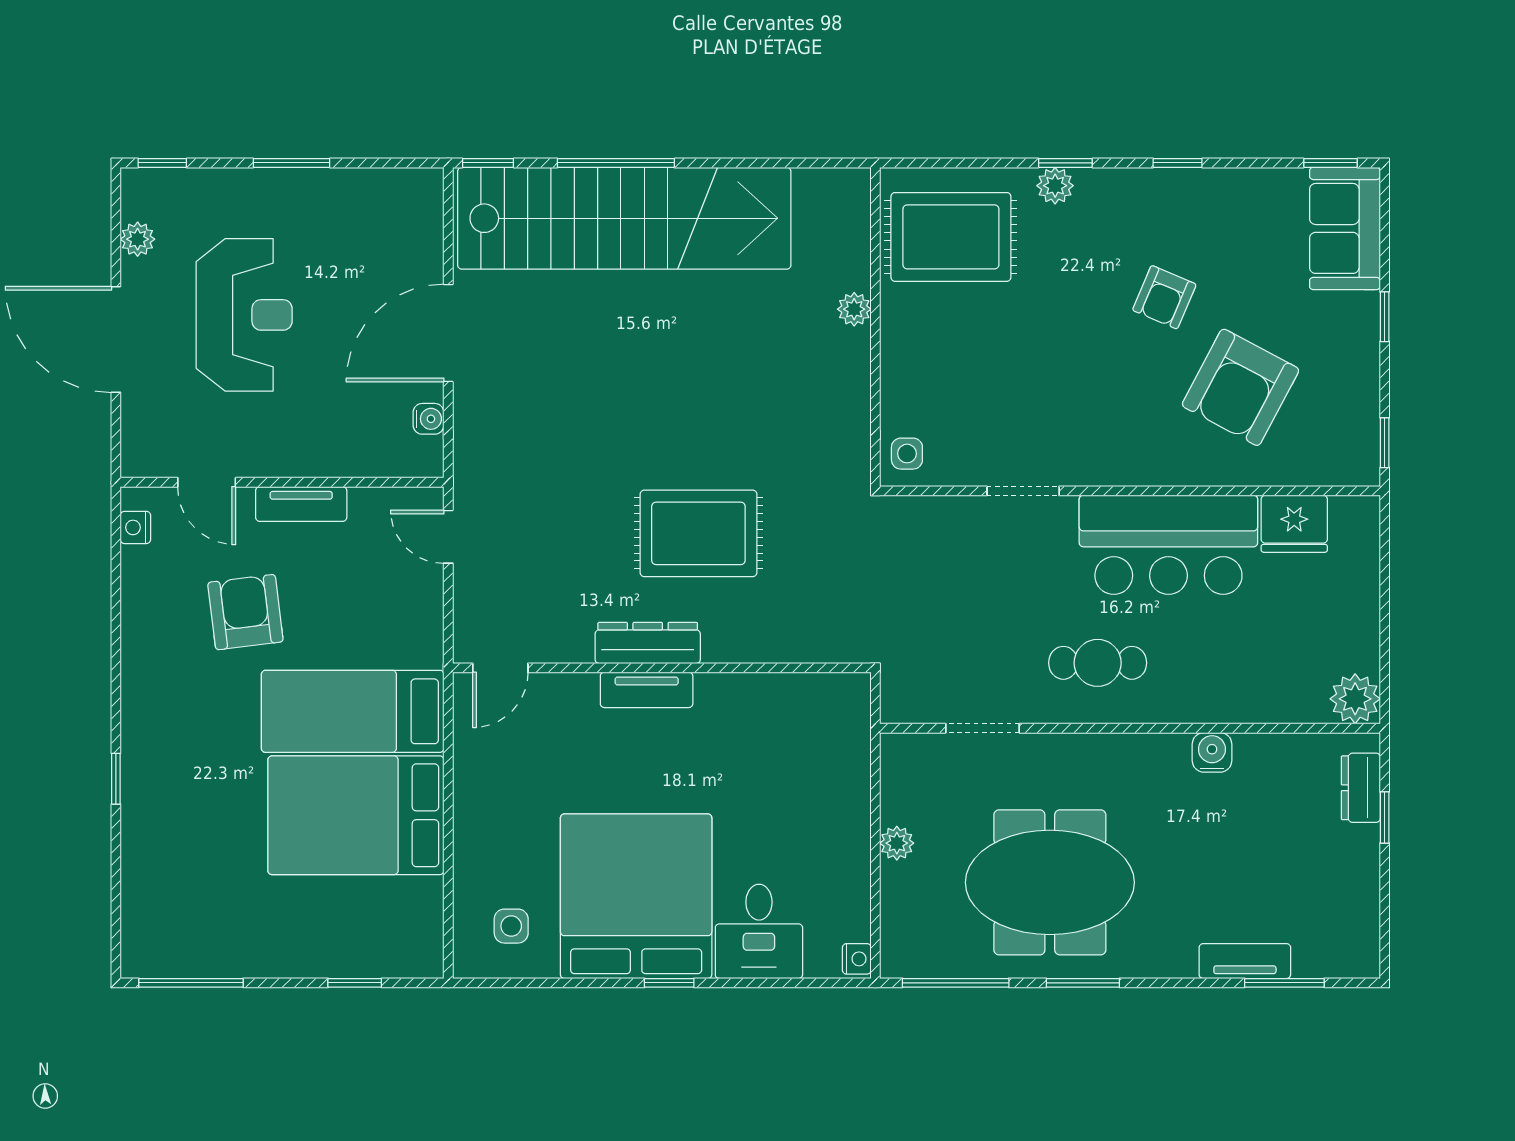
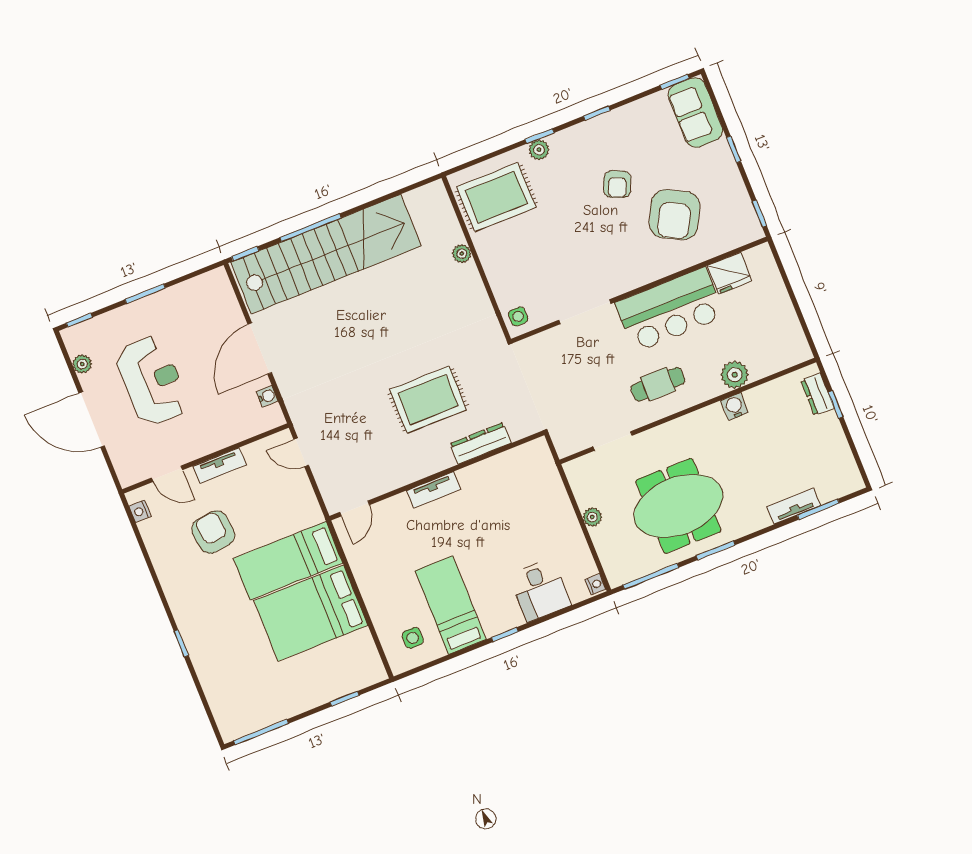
doorway: (1023, 491) -> (585, 312), width x1.38
dresser: (648, 643) -> (481, 443), moved
plant: (1355, 699) -> (735, 375), moved
bed: (636, 896) -> (451, 605), width x0.49

